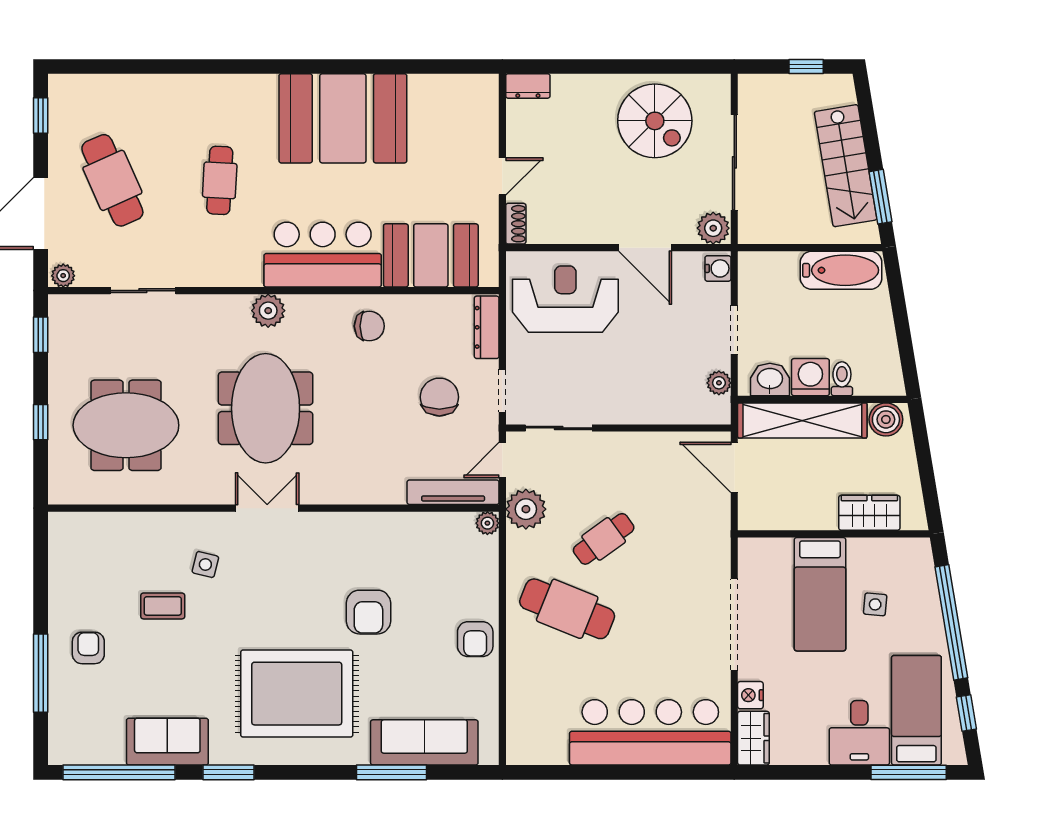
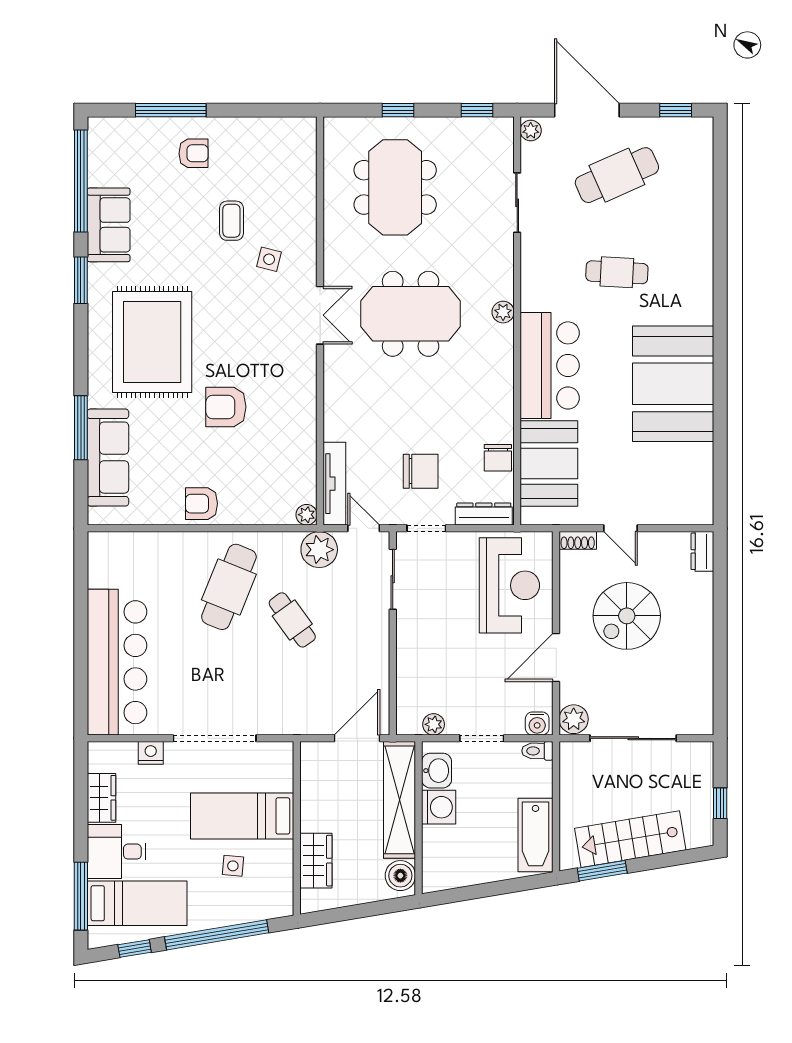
spiral stairs: (655, 121) -> (627, 616), moved
plant: (268, 311) -> (503, 312), width x0.73, depth x0.73
chair: (369, 326) -> (498, 458), moved
toilet: (842, 379) -> (537, 751), moved, turned 180
wardrobe: (753, 738) -> (101, 798), moved, turned -90

